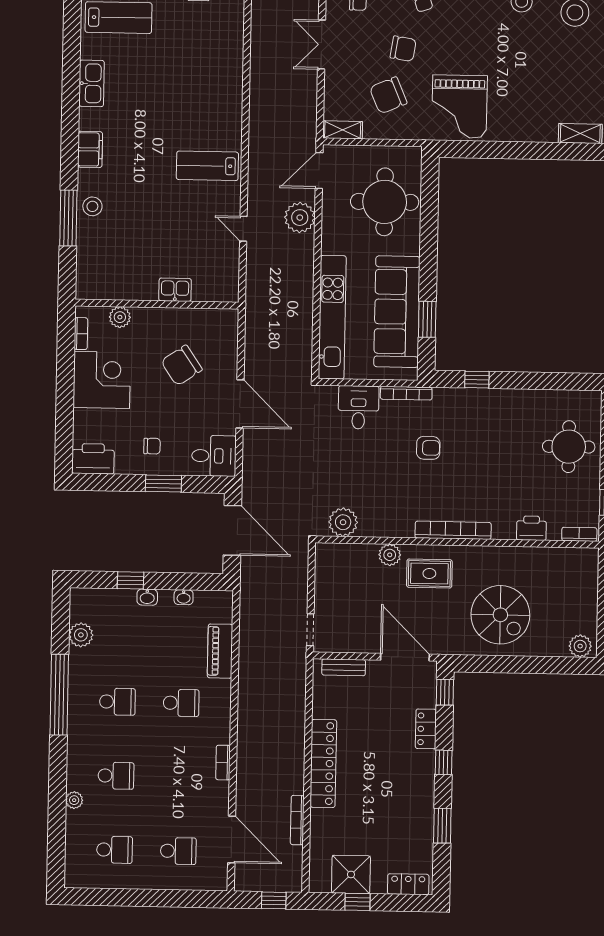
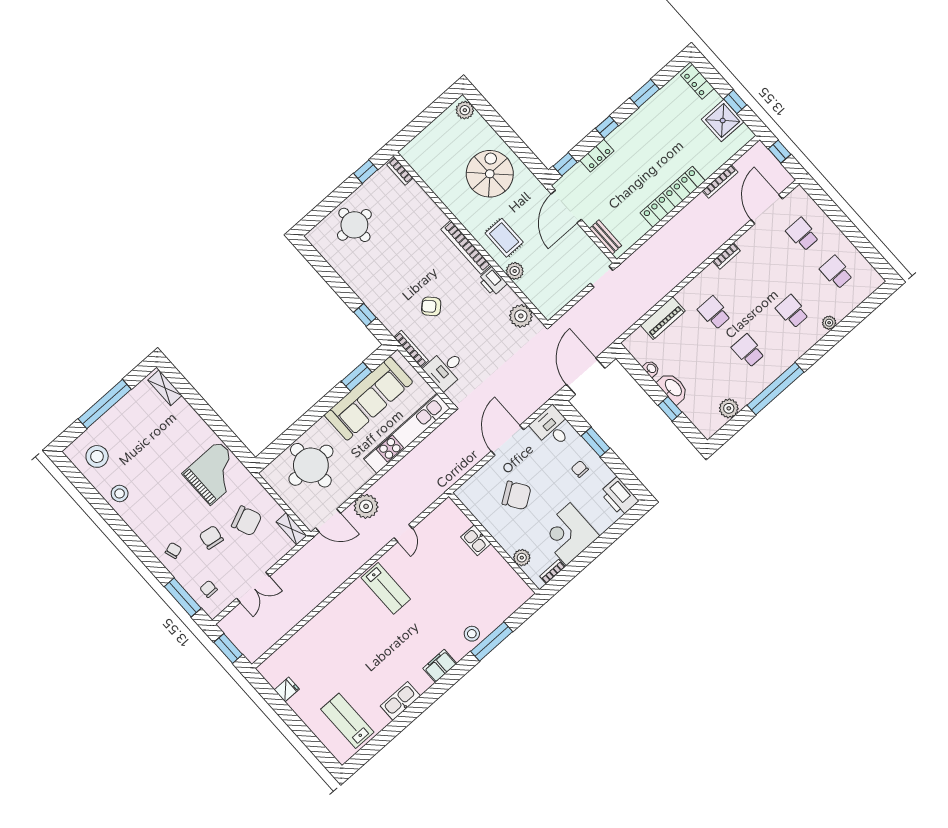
armchair: (428, 448) -> (431, 306), turned -43
printer: (531, 528) -> (493, 281), moved
washbasin: (147, 597) -> (673, 388), width x1.91, depth x1.45

